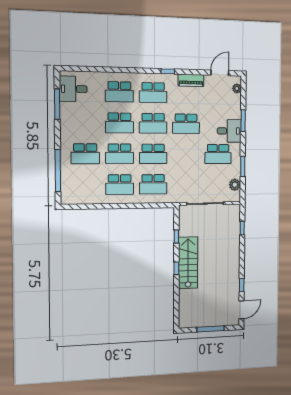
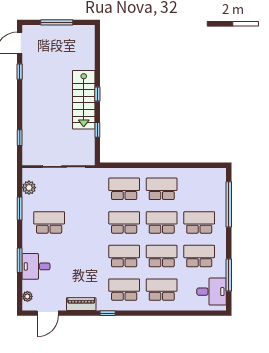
school desk: (186, 124) -> (199, 256), moved
desk: (229, 131) -> (36, 266), moved

